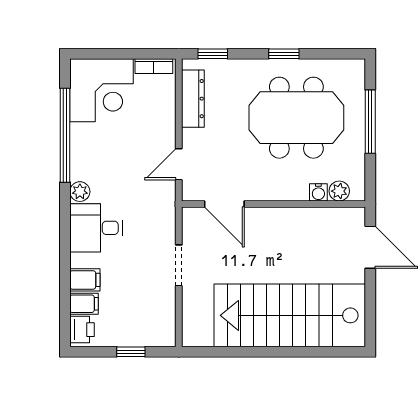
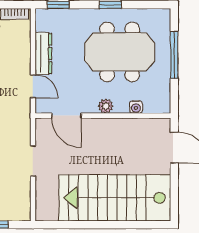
dresser: (193, 99) -> (43, 53), moved
door: (179, 164) -> (33, 86), swing flipped
plant: (339, 191) -> (106, 106), moved

